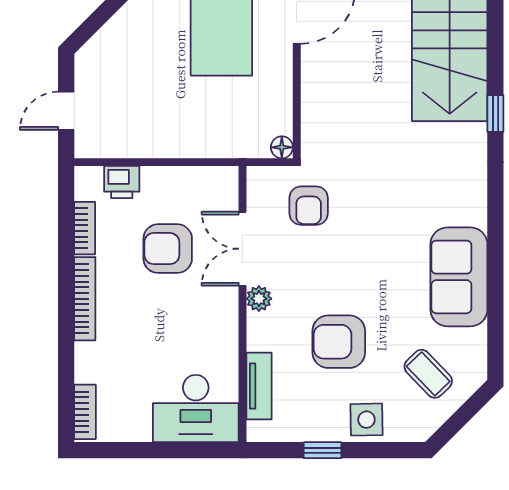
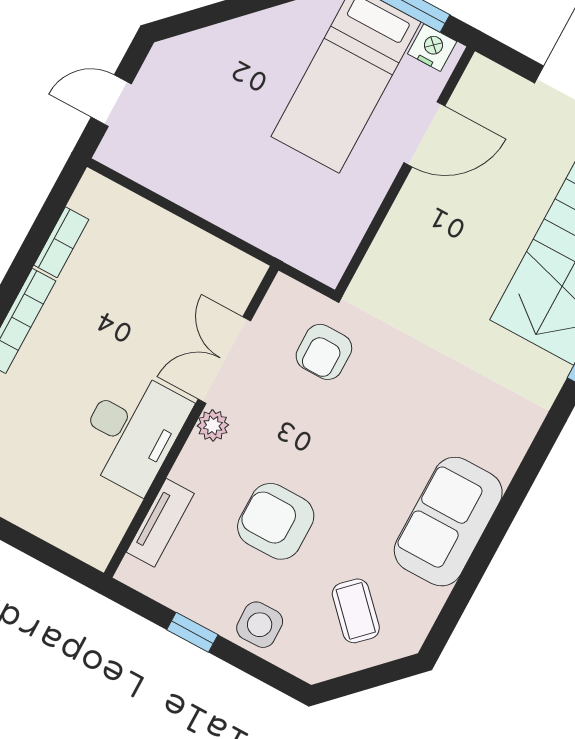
floor lamp: (282, 147) -> (329, 271), removed
printer: (122, 182) -> (130, 213), removed
armchair: (168, 249) -> (141, 315), removed
desk: (196, 409) -> (132, 431), moved, turned -90

